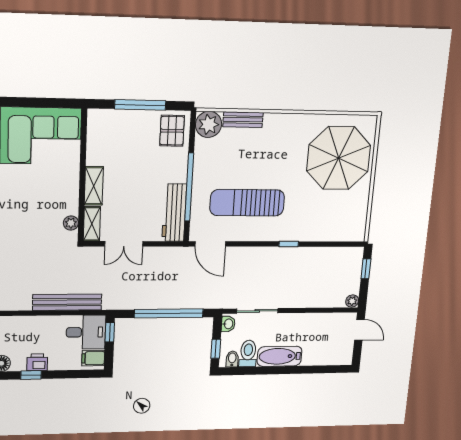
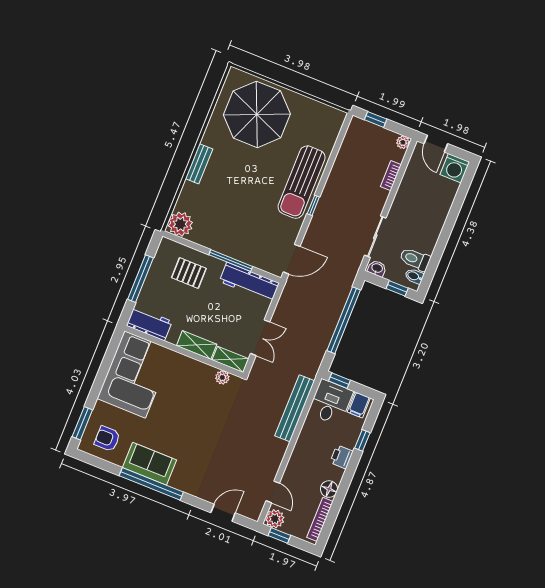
bench: (243, 120) -> (199, 164), moved
workbench: (98, 131) -> (149, 323), added
pallet: (172, 131) -> (189, 273), moved
window: (189, 187) -> (231, 261), width x0.68
sun lounger: (247, 203) -> (302, 182), moved
window: (289, 244) -> (313, 205), moved
bookcase: (318, 302) -> (391, 176), added
door: (359, 330) -> (436, 144), swing flipped
washing machine: (342, 355) -> (455, 168), added
bathtub: (280, 356) -> (431, 230), removed
window: (31, 375) -> (362, 440), moved

